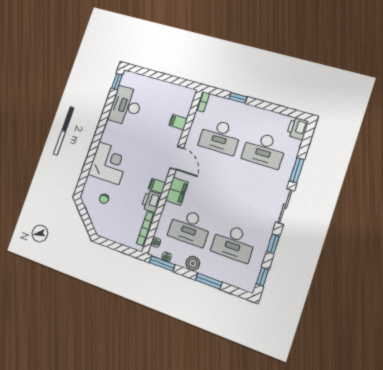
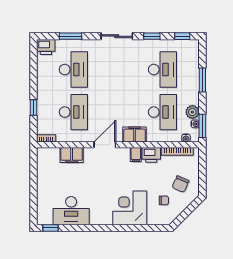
filing cabinet: (178, 122) -> (72, 155), width x2.00
window: (297, 170) -> (70, 36), moved
chair: (113, 221) -> (181, 184), added
plant: (193, 263) -> (192, 112), moved

